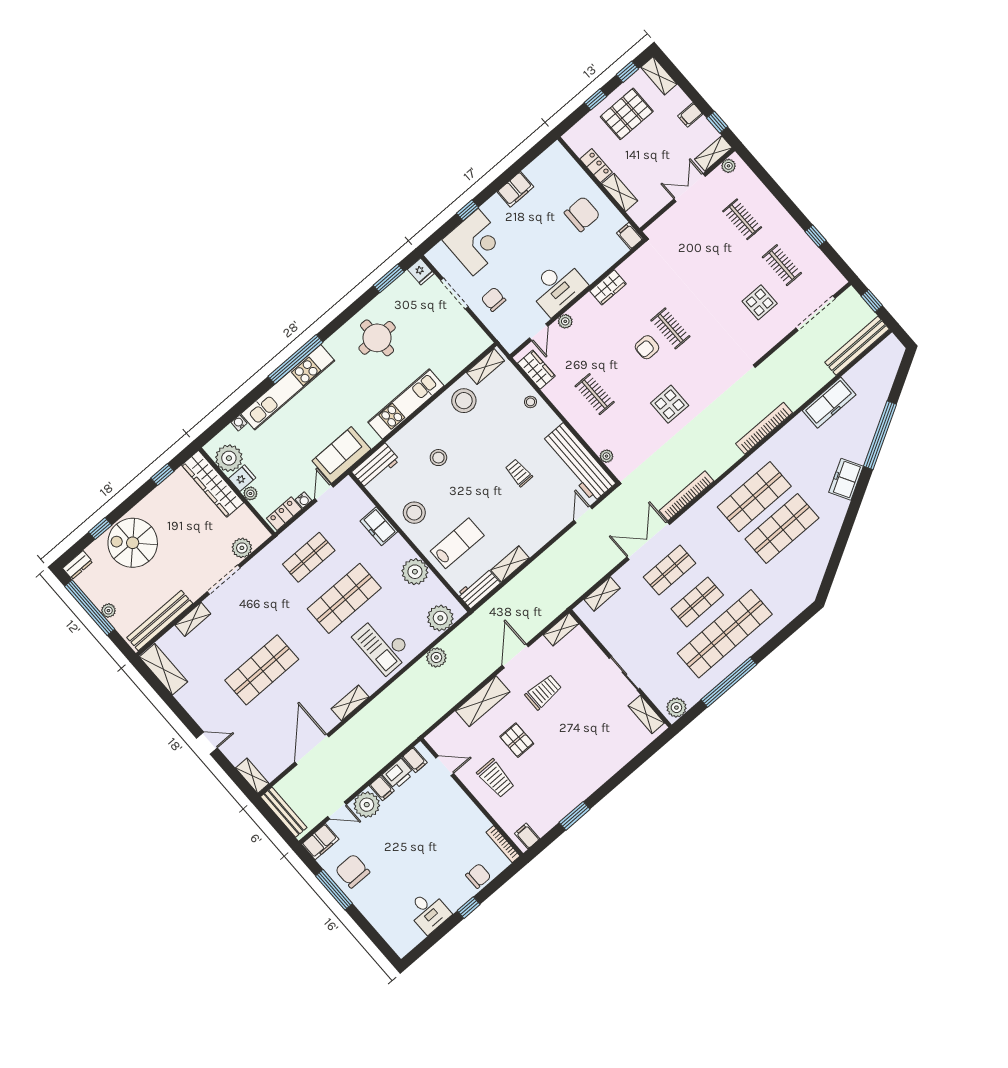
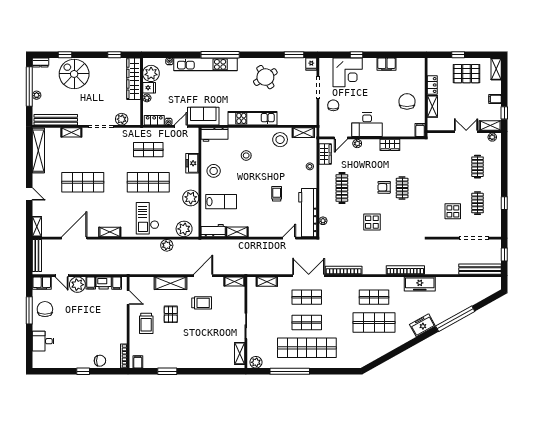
window: (627, 72) -> (483, 55), removed
chair: (582, 214) -> (407, 101), turned -90
round table: (377, 338) -> (265, 77), turned -31
clothes rail: (595, 394) -> (342, 188), width x1.36
freezer: (829, 403) -> (420, 284), moved
shop shelf: (754, 497) -> (374, 297), width x0.70, depth x0.74
shelving: (163, 669) -> (38, 151), width x1.47
desk: (428, 912) -> (43, 341), moved, turned 90

